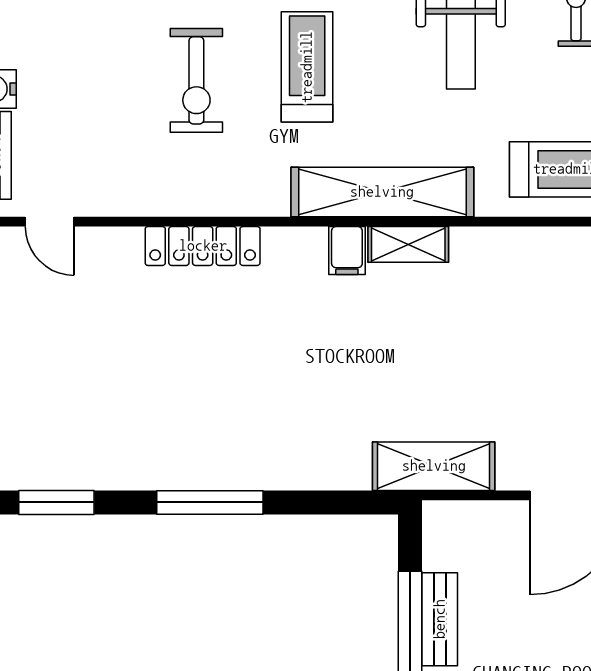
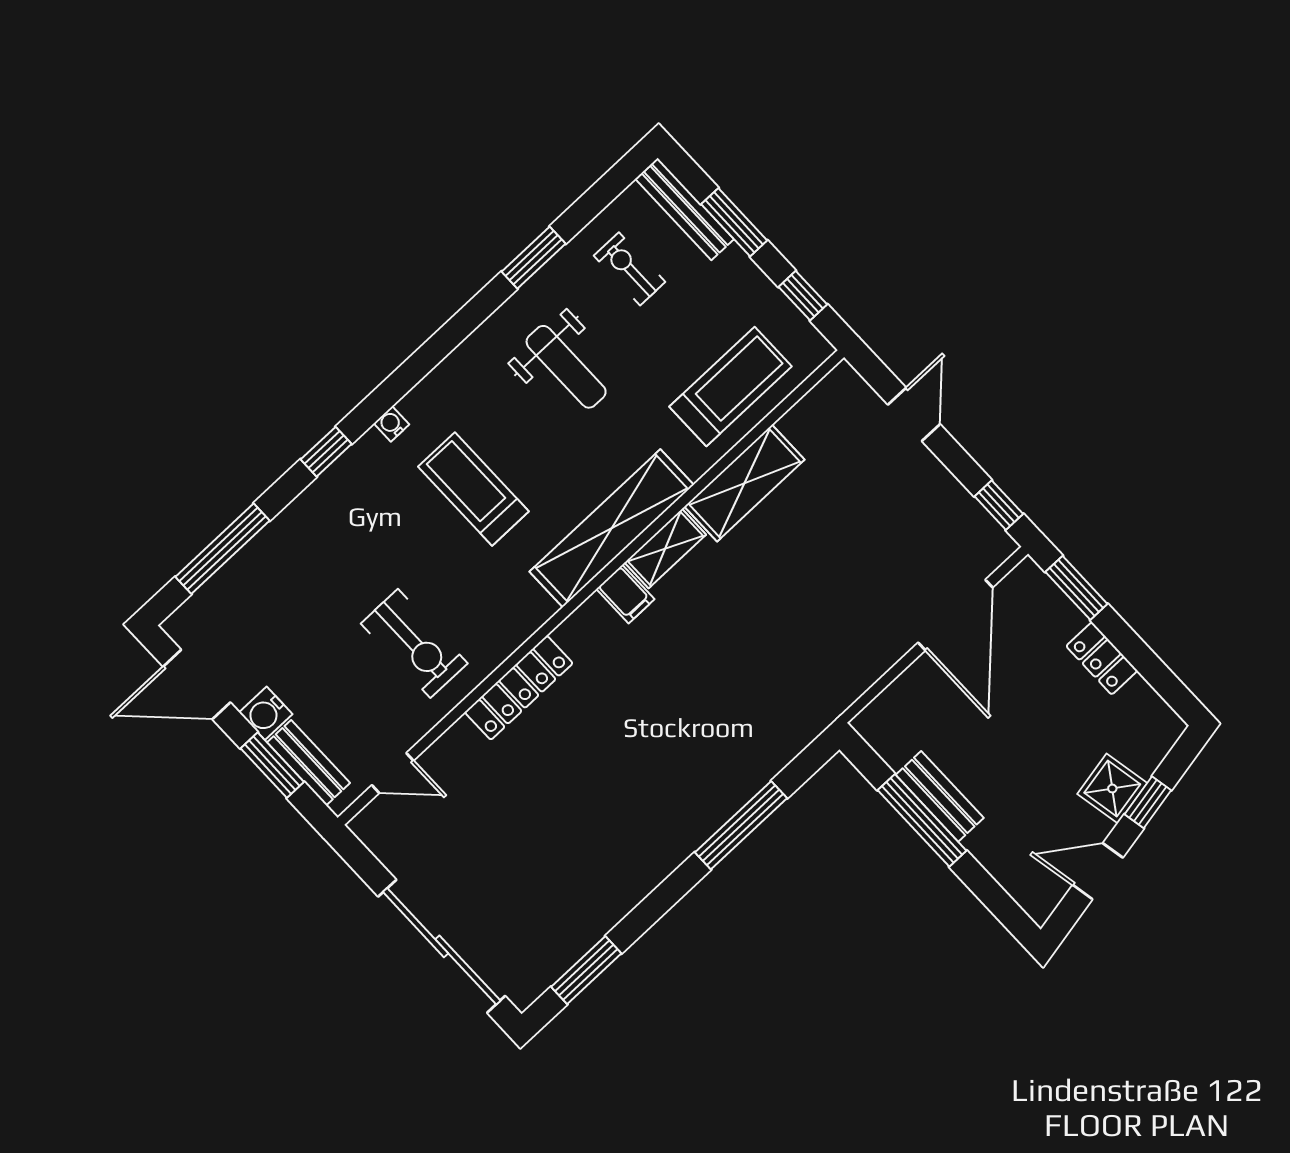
exercise bike: (196, 80) -> (414, 643), moved
shelving: (434, 466) -> (744, 483), moved
window: (210, 502) -> (741, 825), moved

